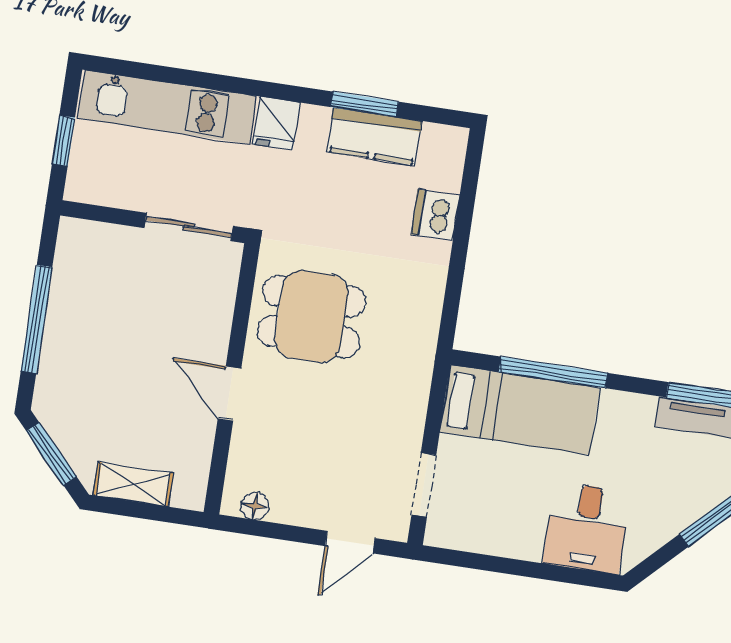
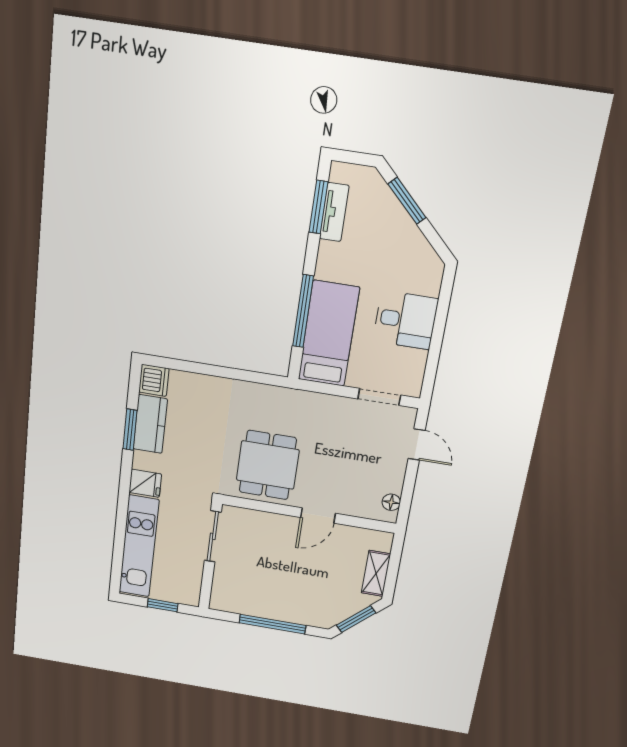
dishwasher: (435, 215) -> (154, 380), moved, turned -90
desk: (587, 528) -> (405, 320), moved

